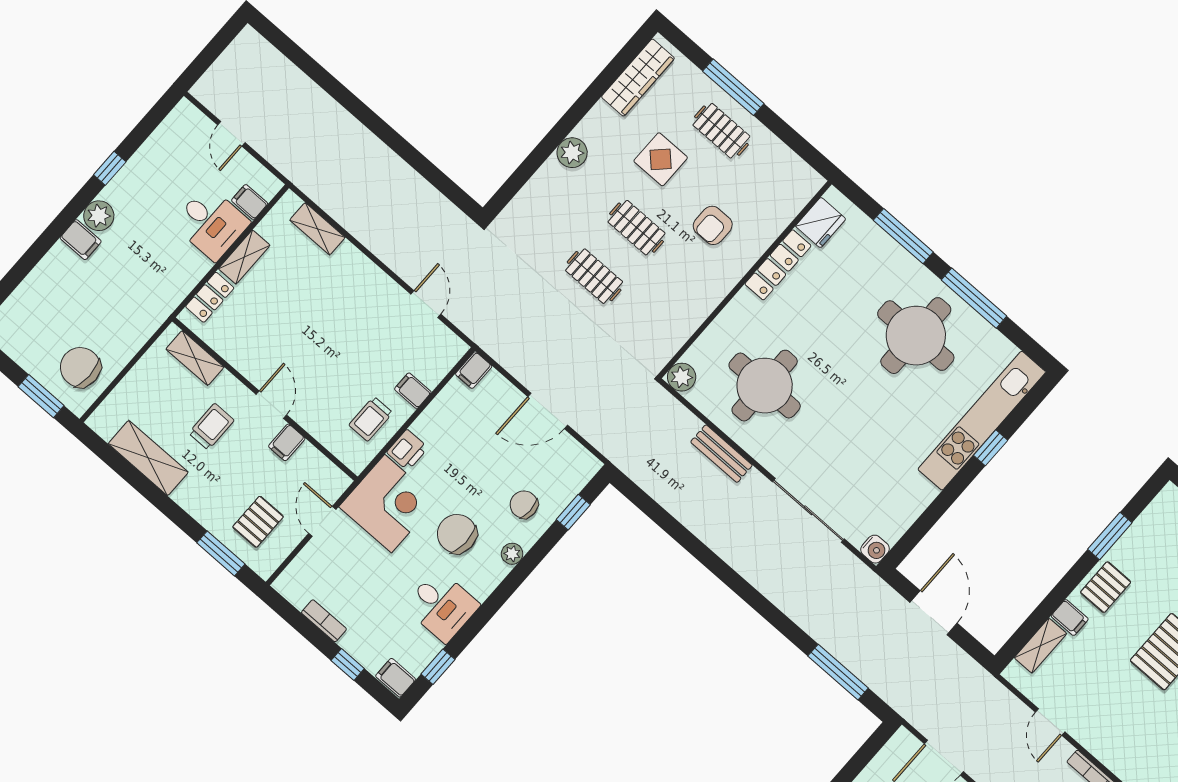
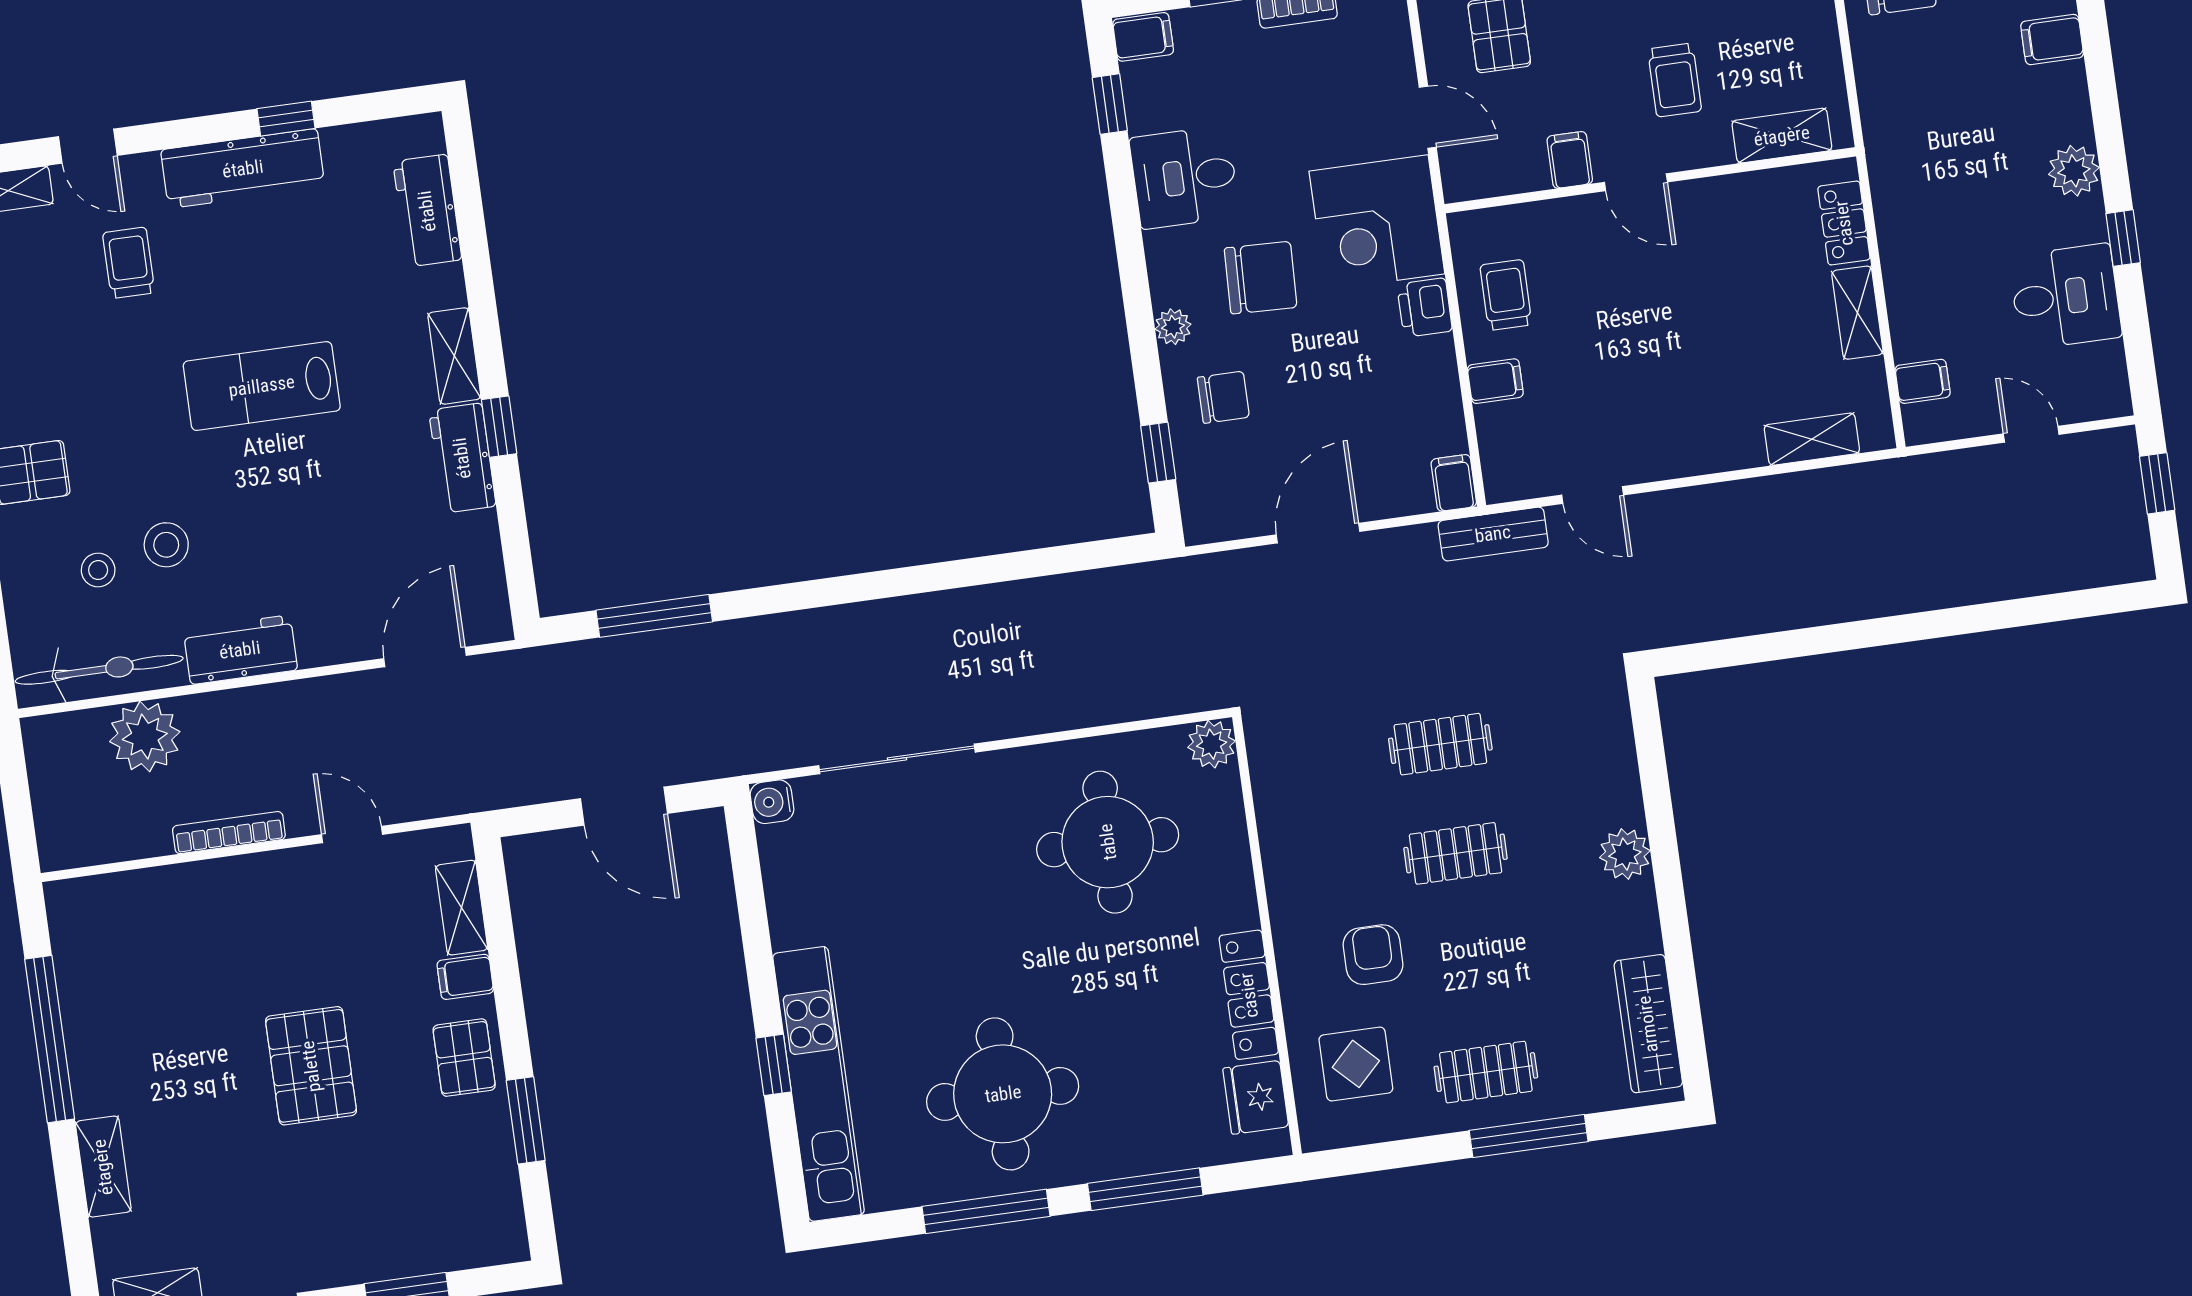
window: (205, 59) -> (2157, 483), added
display table: (661, 159) -> (1356, 1064), moved
desk: (211, 223) -> (2065, 297), moved, turned 180
filing cabinet: (81, 240) -> (2052, 40), moved
bench: (721, 454) -> (1493, 534), moved

